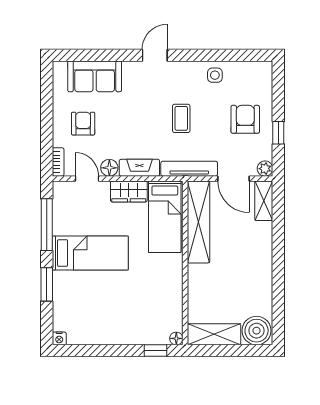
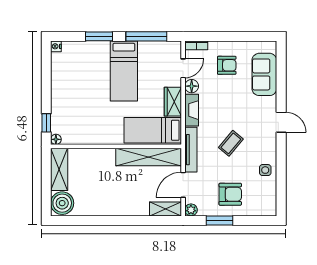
coffee table: (181, 118) -> (231, 143), turned -50
window: (278, 133) -> (220, 221), width x1.50

